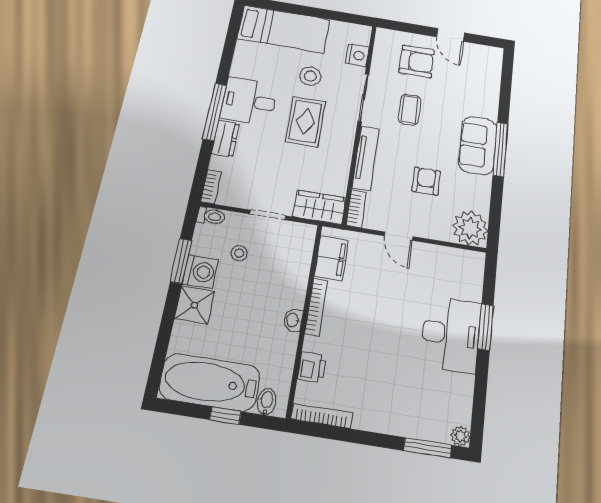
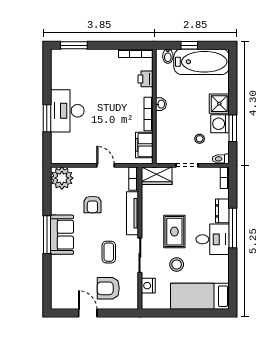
plant: (460, 436) -> (56, 54), removed

